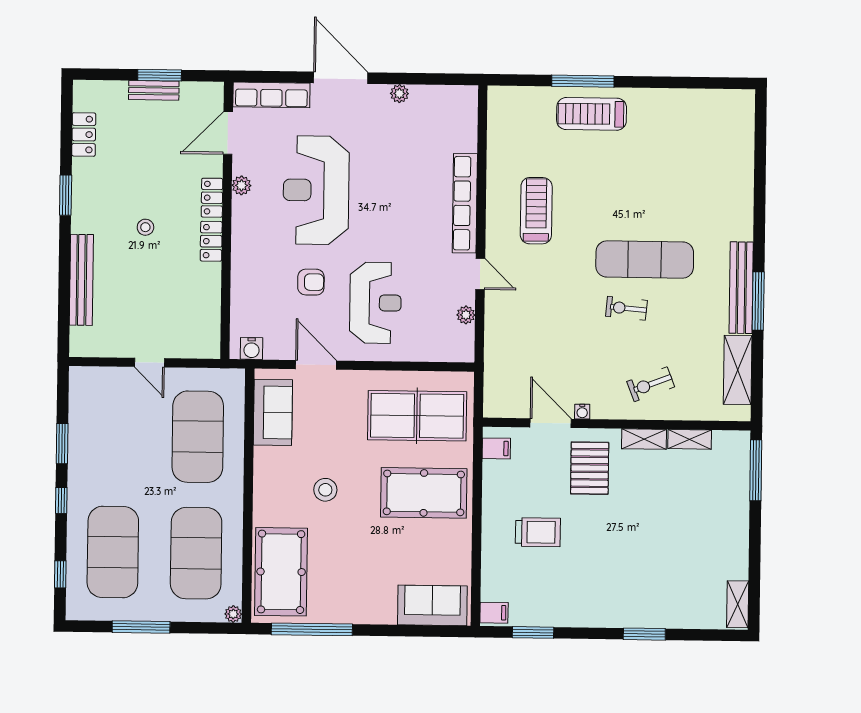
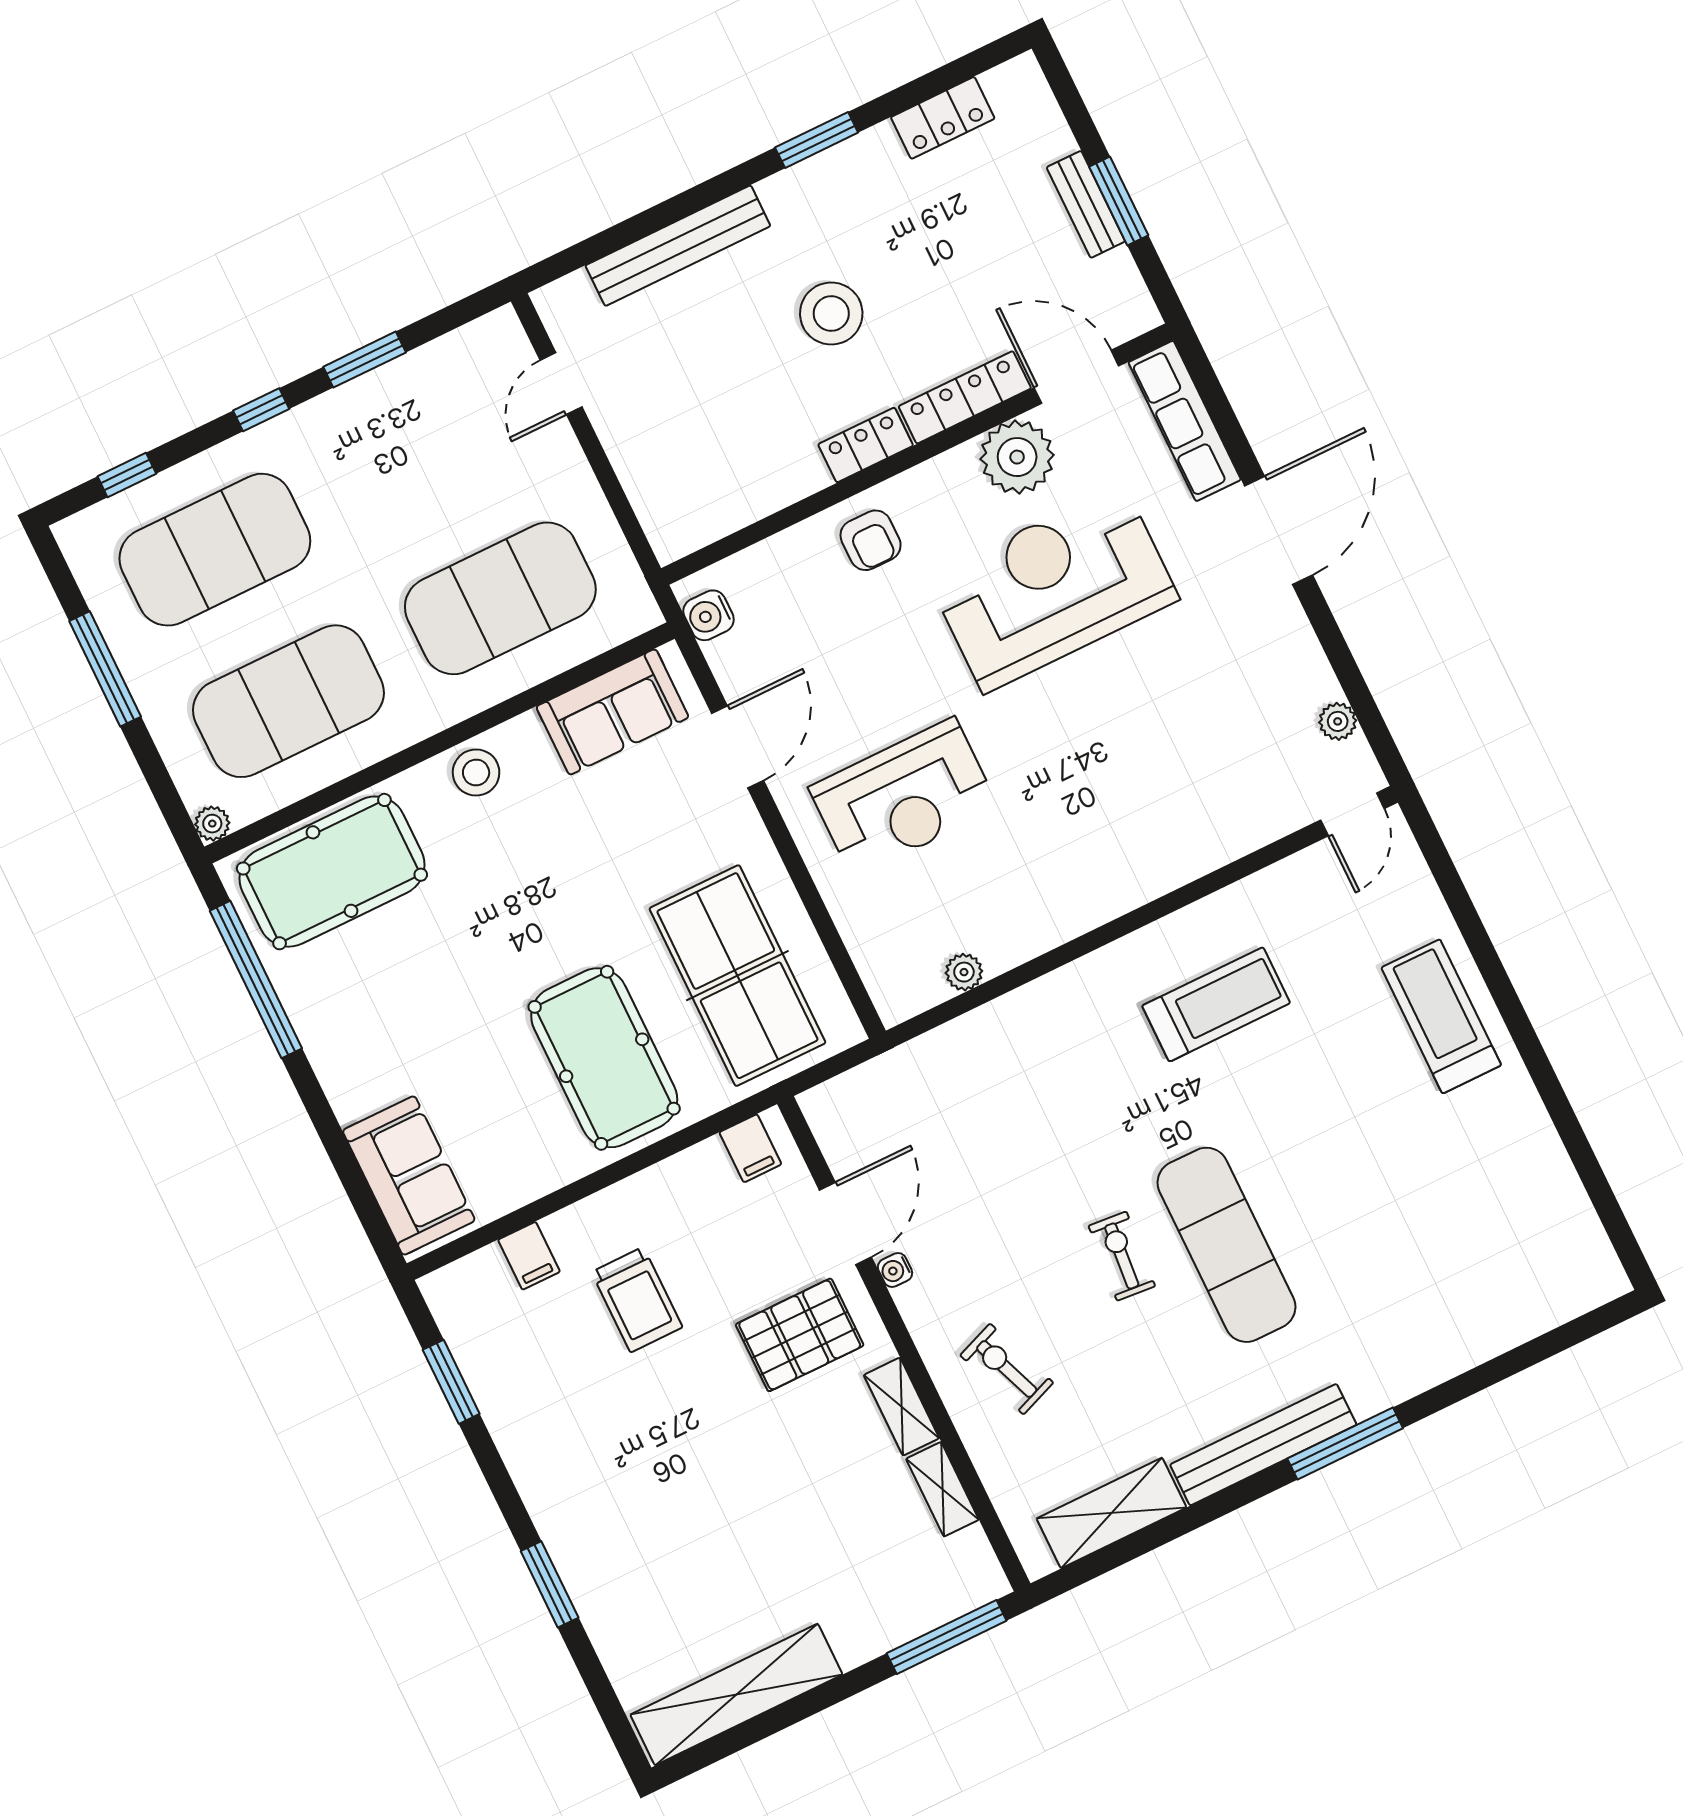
window: (583, 81) -> (1493, 971), removed
plant: (399, 94) -> (1338, 721), moved
plant: (241, 185) -> (1017, 457), width x1.87, depth x1.87
locker: (212, 198) -> (965, 397), width x1.53
row of seats: (465, 203) -> (1165, 869), removed
stool: (145, 227) -> (831, 314), width x1.89, depth x1.89
door: (480, 274) -> (1352, 814), moved
armchair: (311, 282) -> (871, 540), moved
window: (758, 301) -> (1345, 1443), moved
door: (149, 363) -> (561, 384), moved
stool: (325, 490) -> (476, 772), moved
shelving: (738, 604) -> (736, 1695), width x2.20, depth x1.33
filing cabinet: (494, 613) -> (529, 1256), moved

